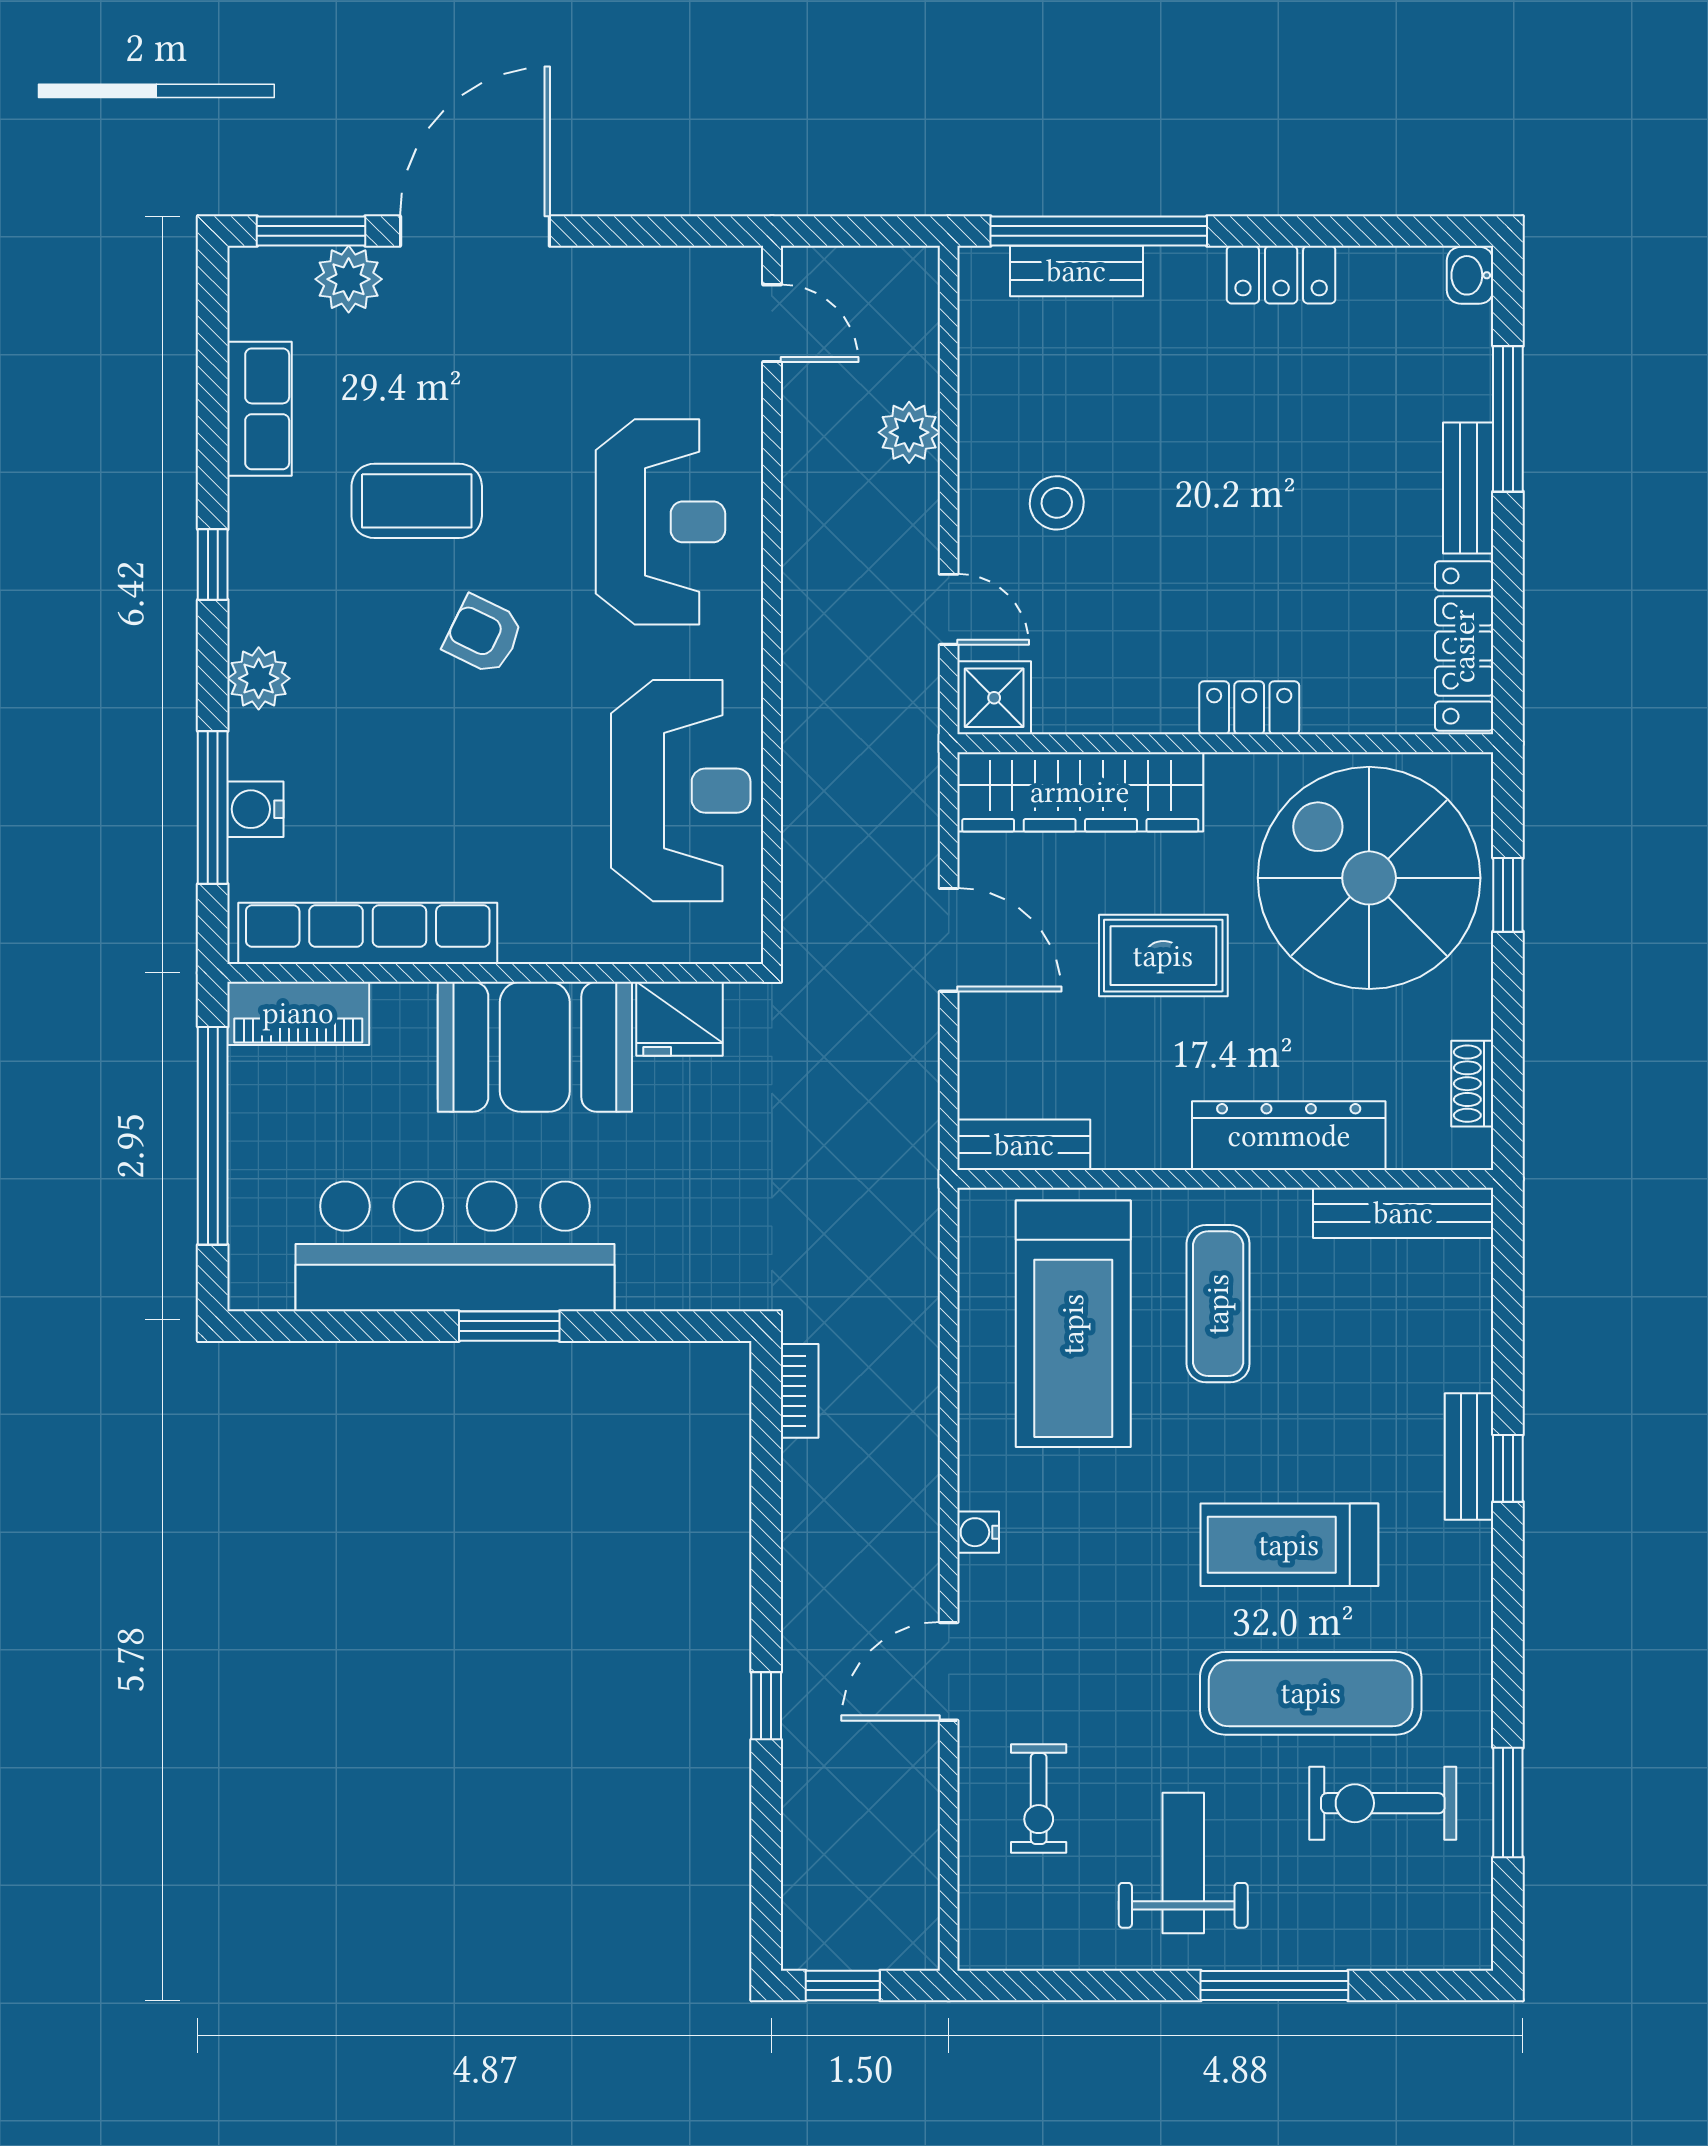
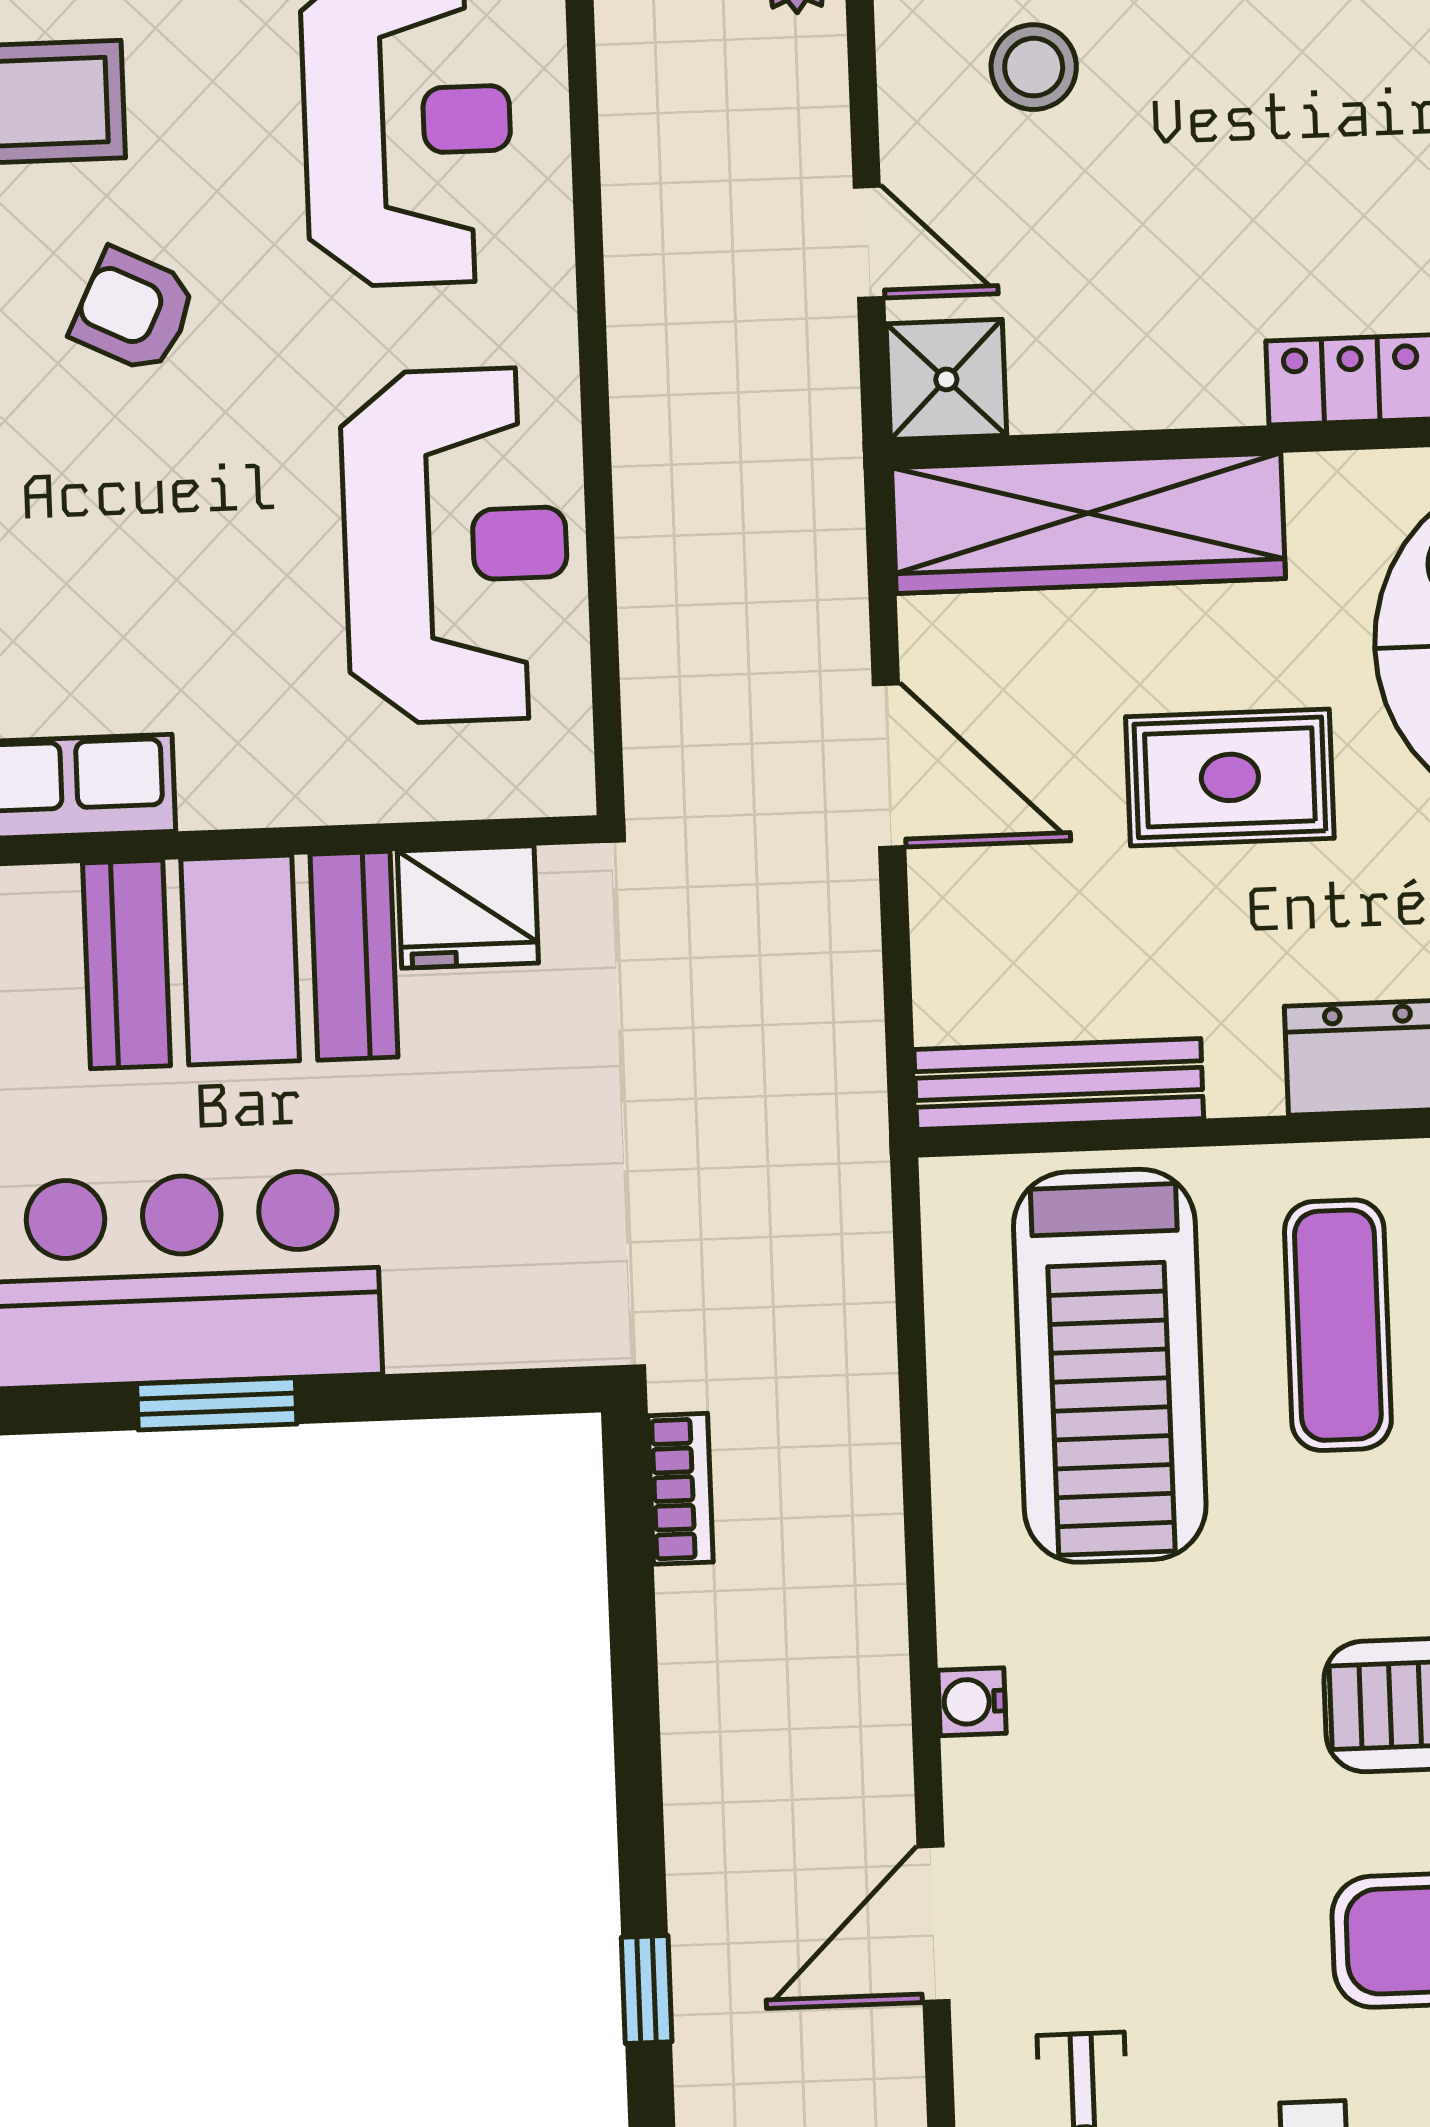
bench: (1024, 1145) -> (1059, 1084), width x1.36

